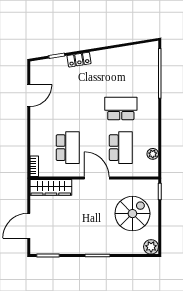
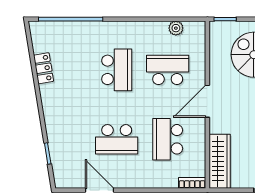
locker: (79, 60) -> (44, 68), moved
school desk: (68, 109) -> (117, 139), added
school desk: (121, 109) -> (117, 70), turned 180
school desk: (68, 148) -> (168, 139), turned -90

